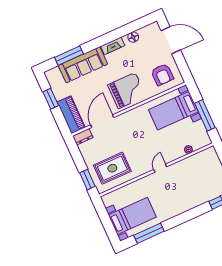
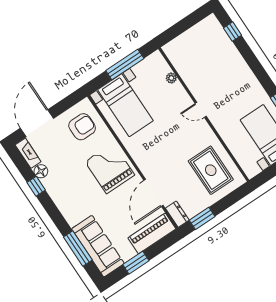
window: (122, 31) -> (36, 186), added
fireplace: (113, 46) -> (28, 153), moved
sofa: (83, 65) -> (98, 246), moved
door: (102, 121) -> (153, 193), hinge flipped
window: (87, 180) -> (202, 218), moved

